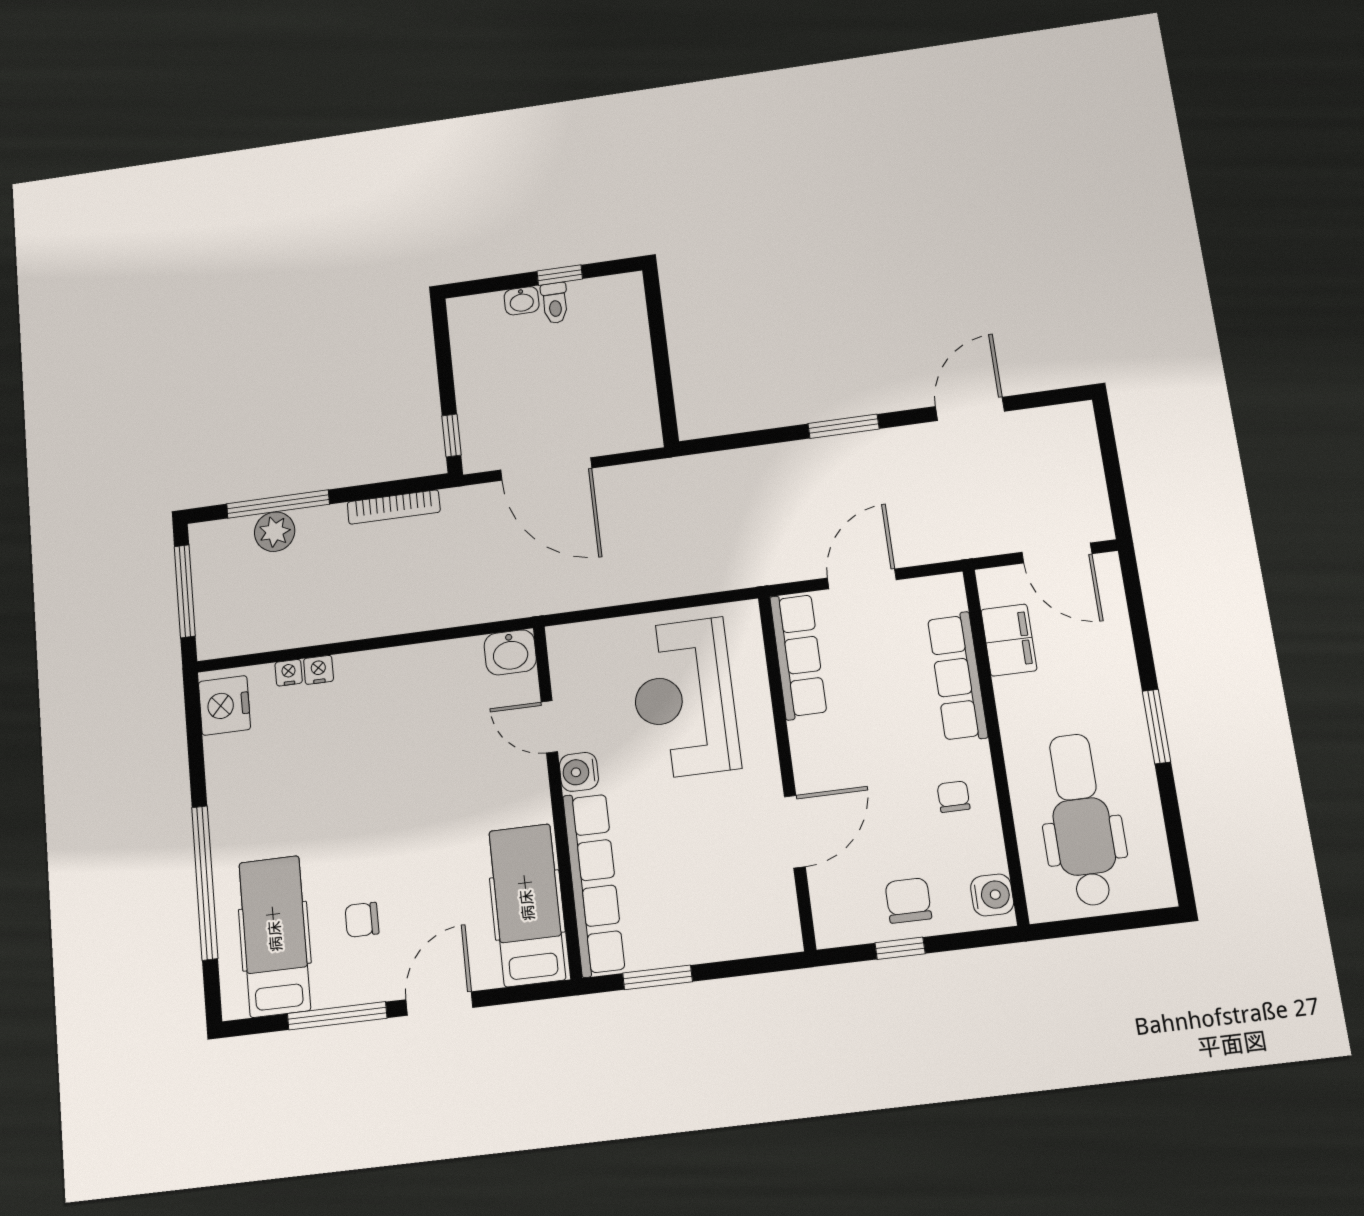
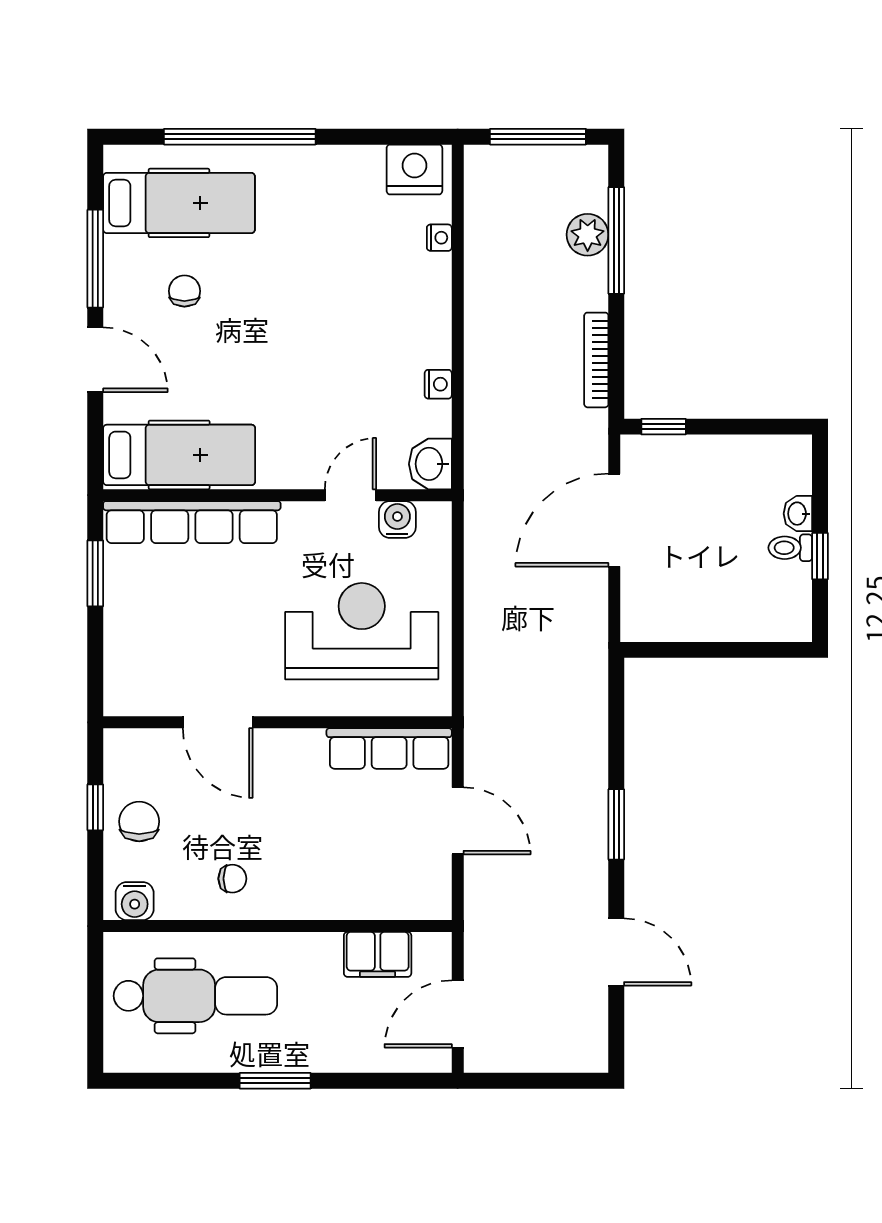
nightstand: (319, 670) -> (438, 384), moved
row of seats: (958, 677) -> (348, 900), removed
water cooler: (579, 772) -> (397, 519), moved
chair: (908, 900) -> (139, 821), turned -90

